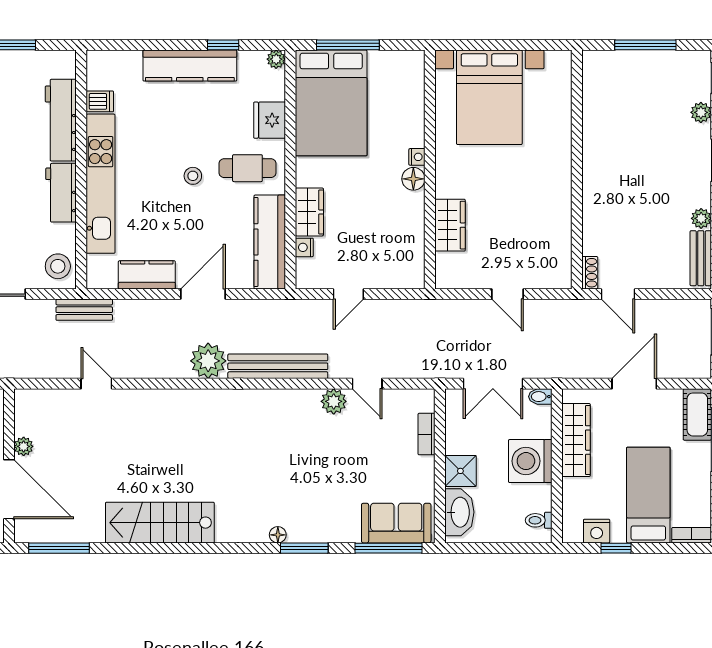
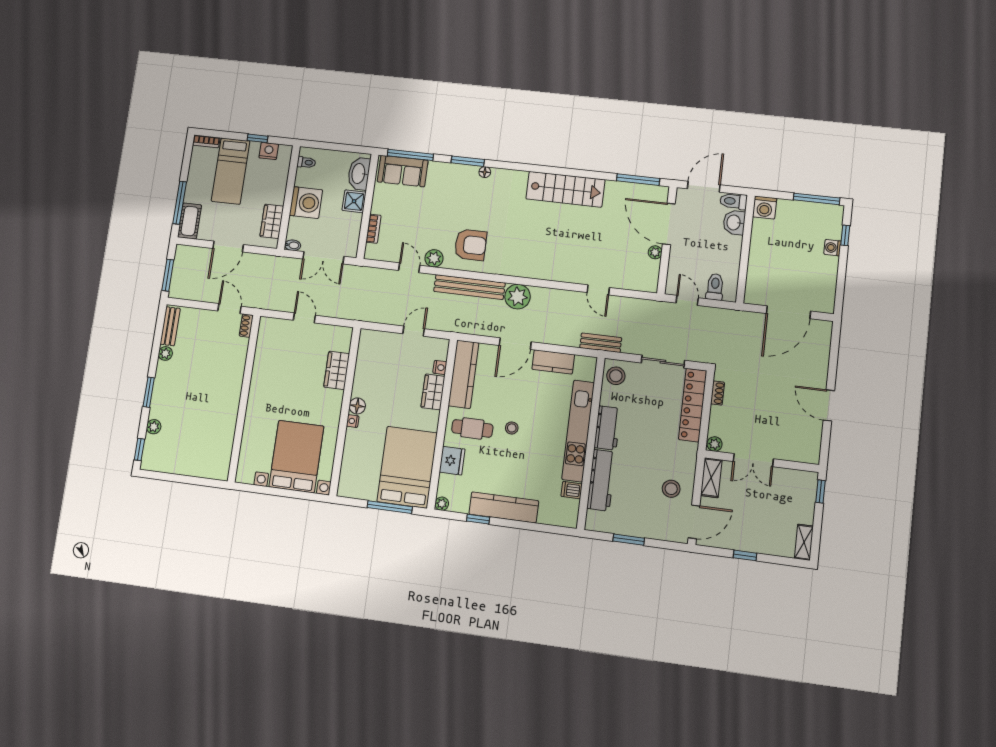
window: (645, 45) -> (184, 479), removed
double door: (493, 384) -> (323, 258), swing flipped
armchair: (284, 427) -> (471, 245), added
wardrobe: (576, 440) -> (272, 221), width x0.67

